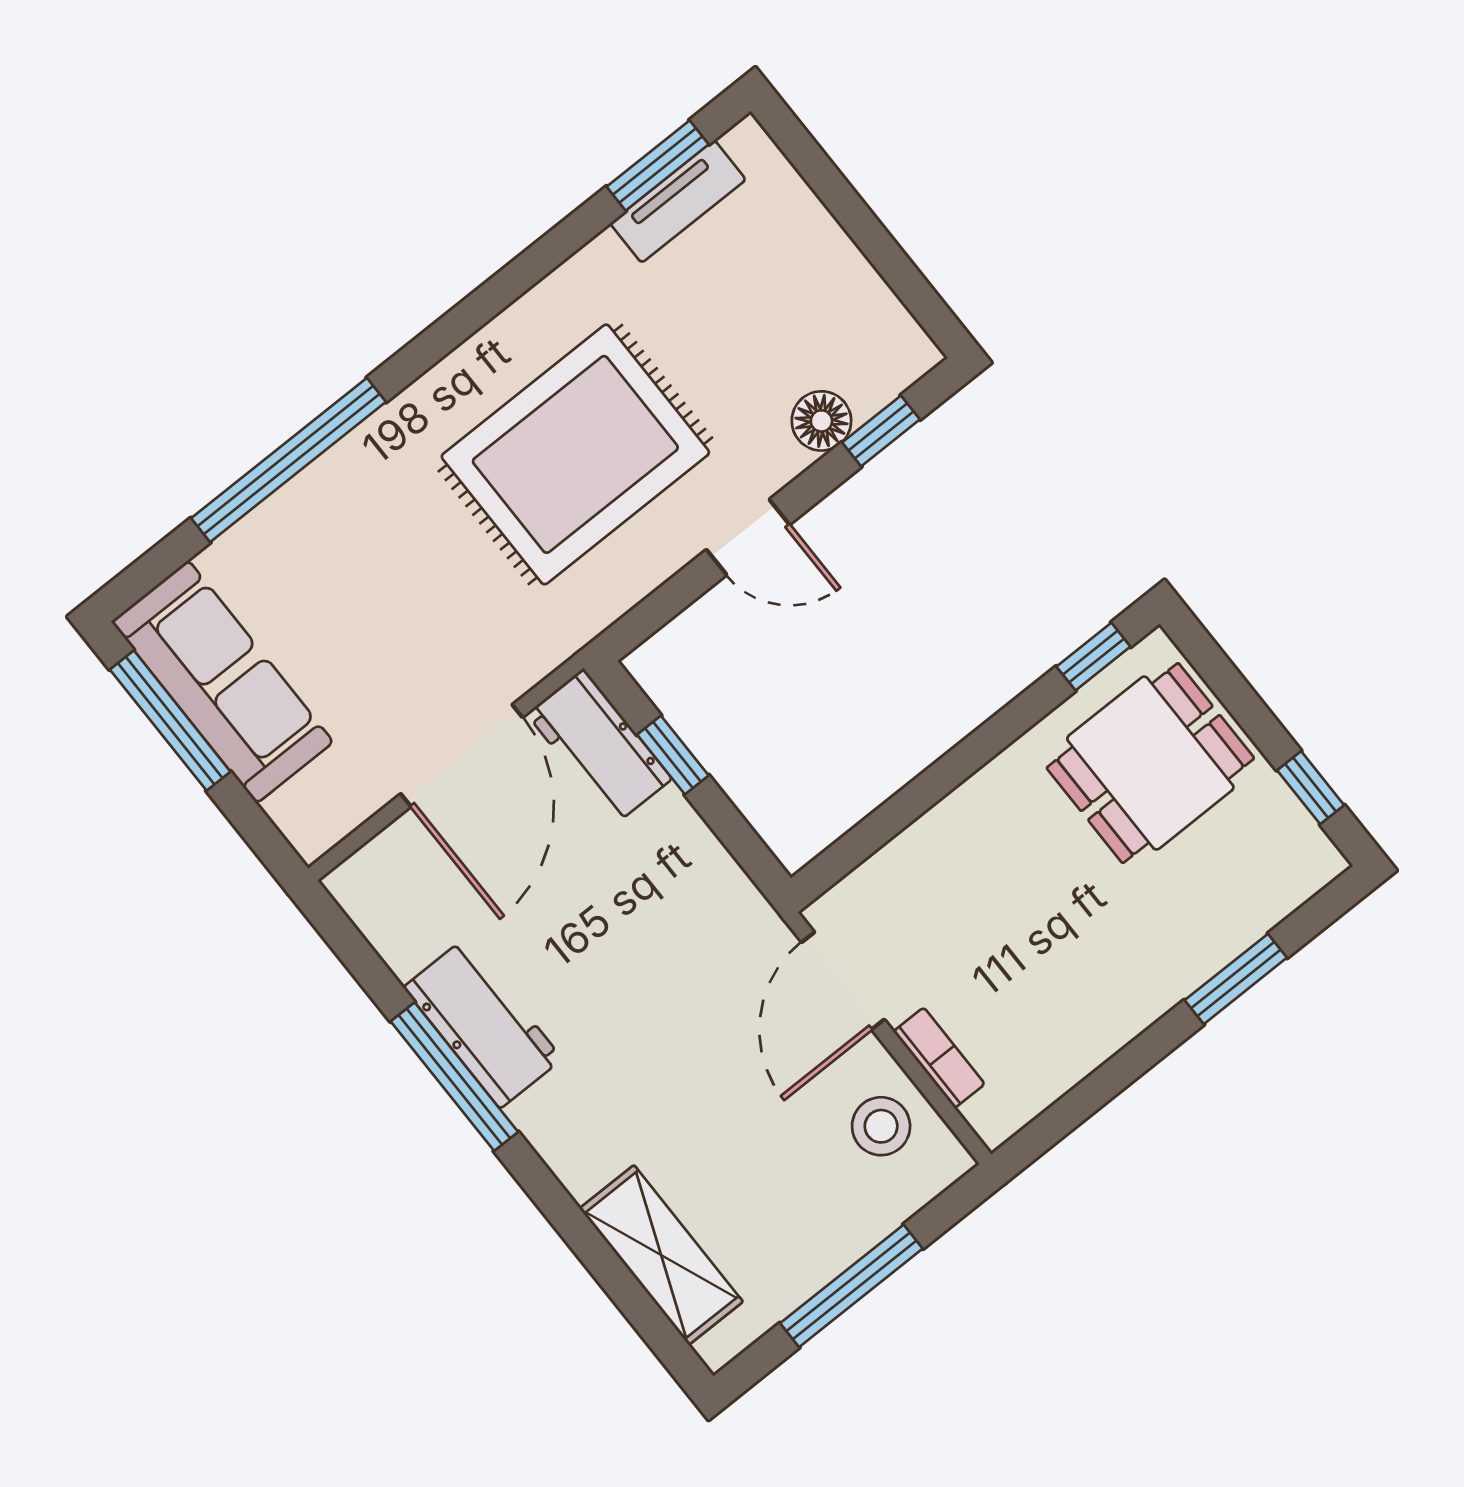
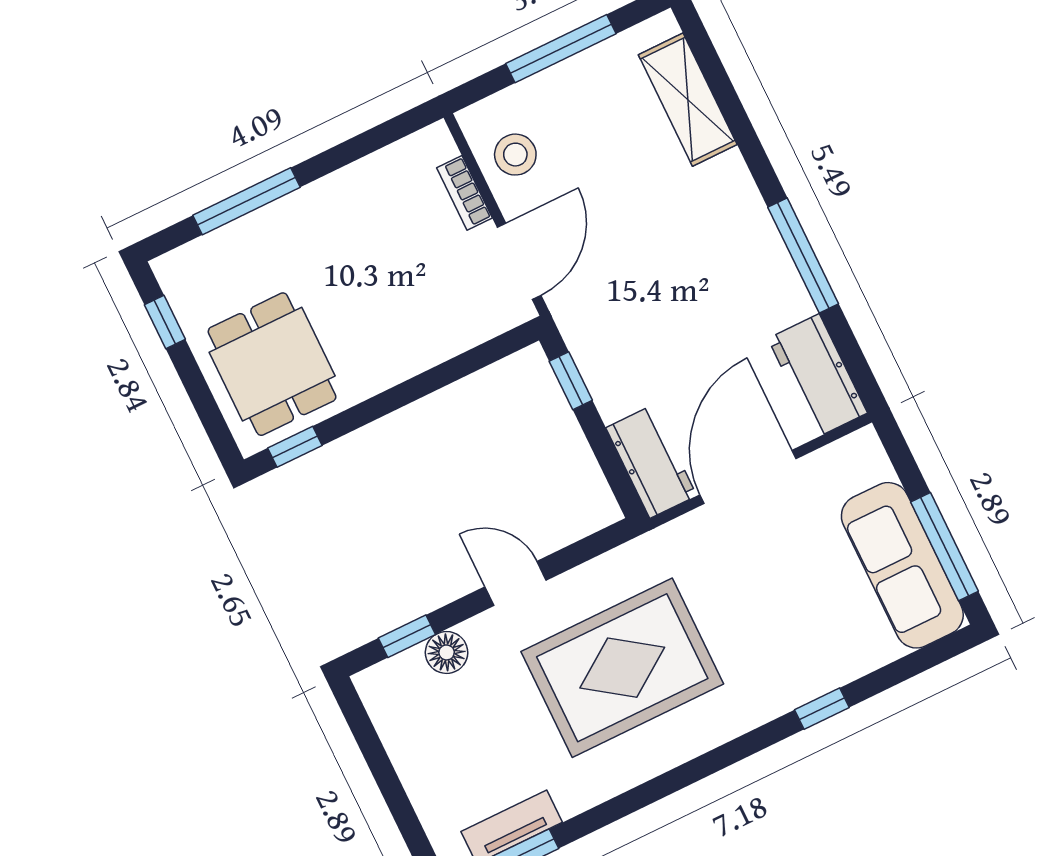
window: (289, 460) -> (822, 709), width x0.32
window: (673, 755) -> (571, 381), moved
dining table: (1150, 763) -> (272, 364), turned 90
window: (1236, 979) -> (247, 201), width x1.44
workbench: (483, 1023) -> (818, 376), moved

